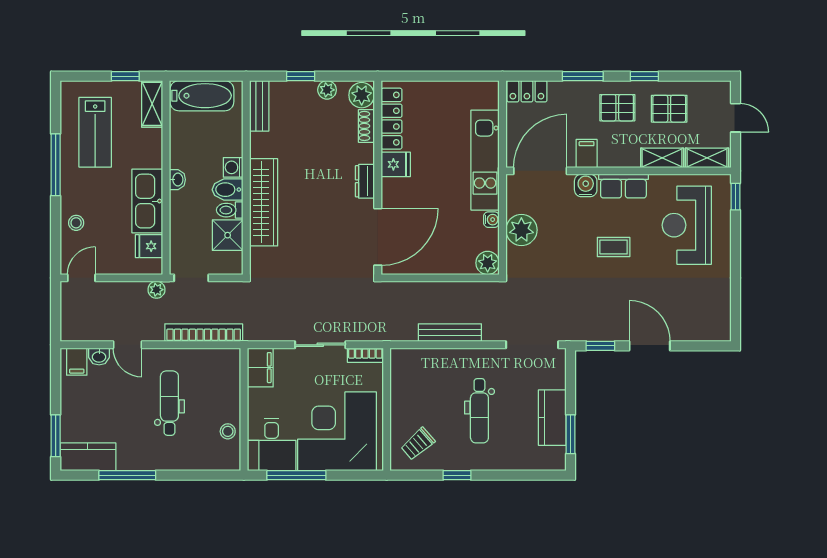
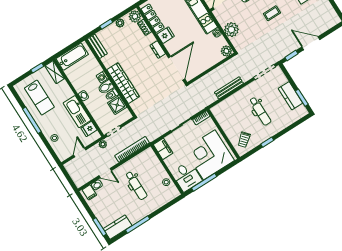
door: (81, 278) -> (80, 152), moved
dental chair: (169, 403) -> (136, 186), turned 180

